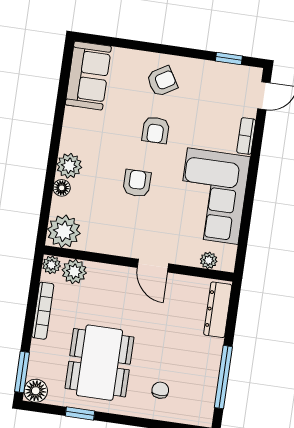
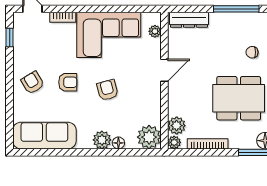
sofa: (88, 76) -> (44, 136), width x1.36
armchair: (137, 183) -> (107, 90), turned 75

